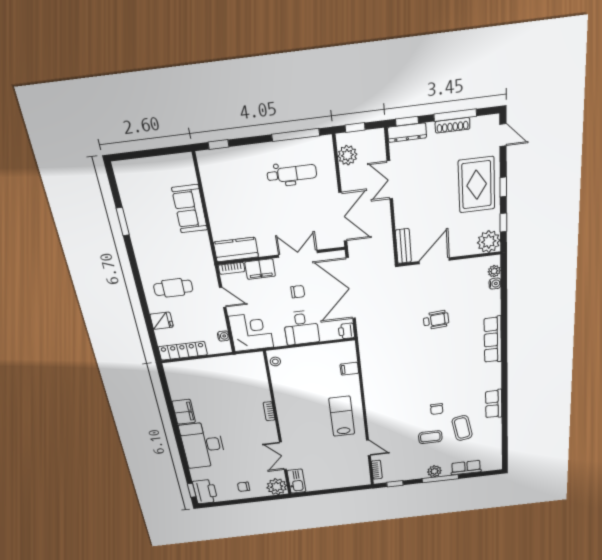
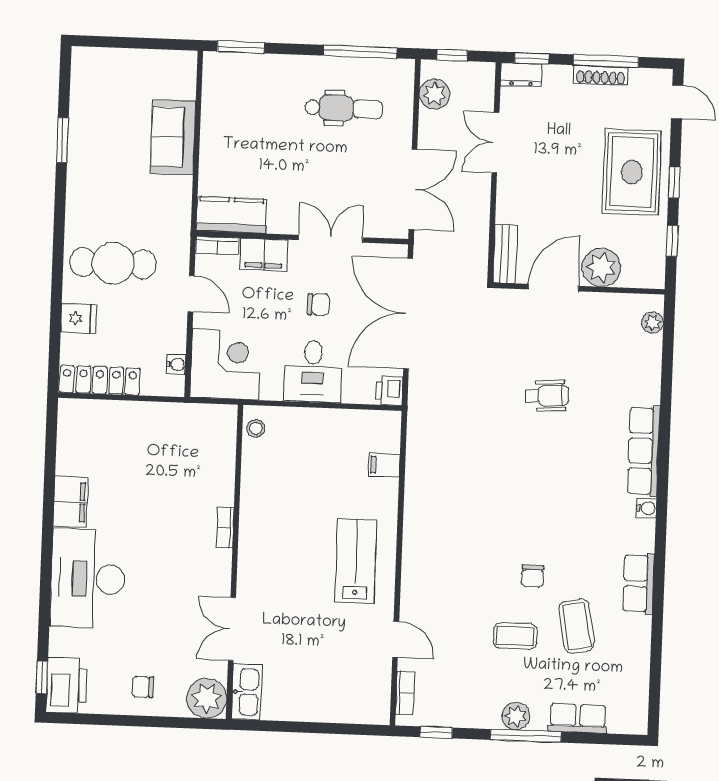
dresser: (407, 133) -> (521, 75), width x0.70
window: (219, 145) -> (241, 47), width x1.50
plant: (489, 242) -> (601, 268), moved
water cooler: (495, 284) -> (646, 508), moved
cafe table: (173, 288) -> (113, 263), width x1.37, depth x1.35

